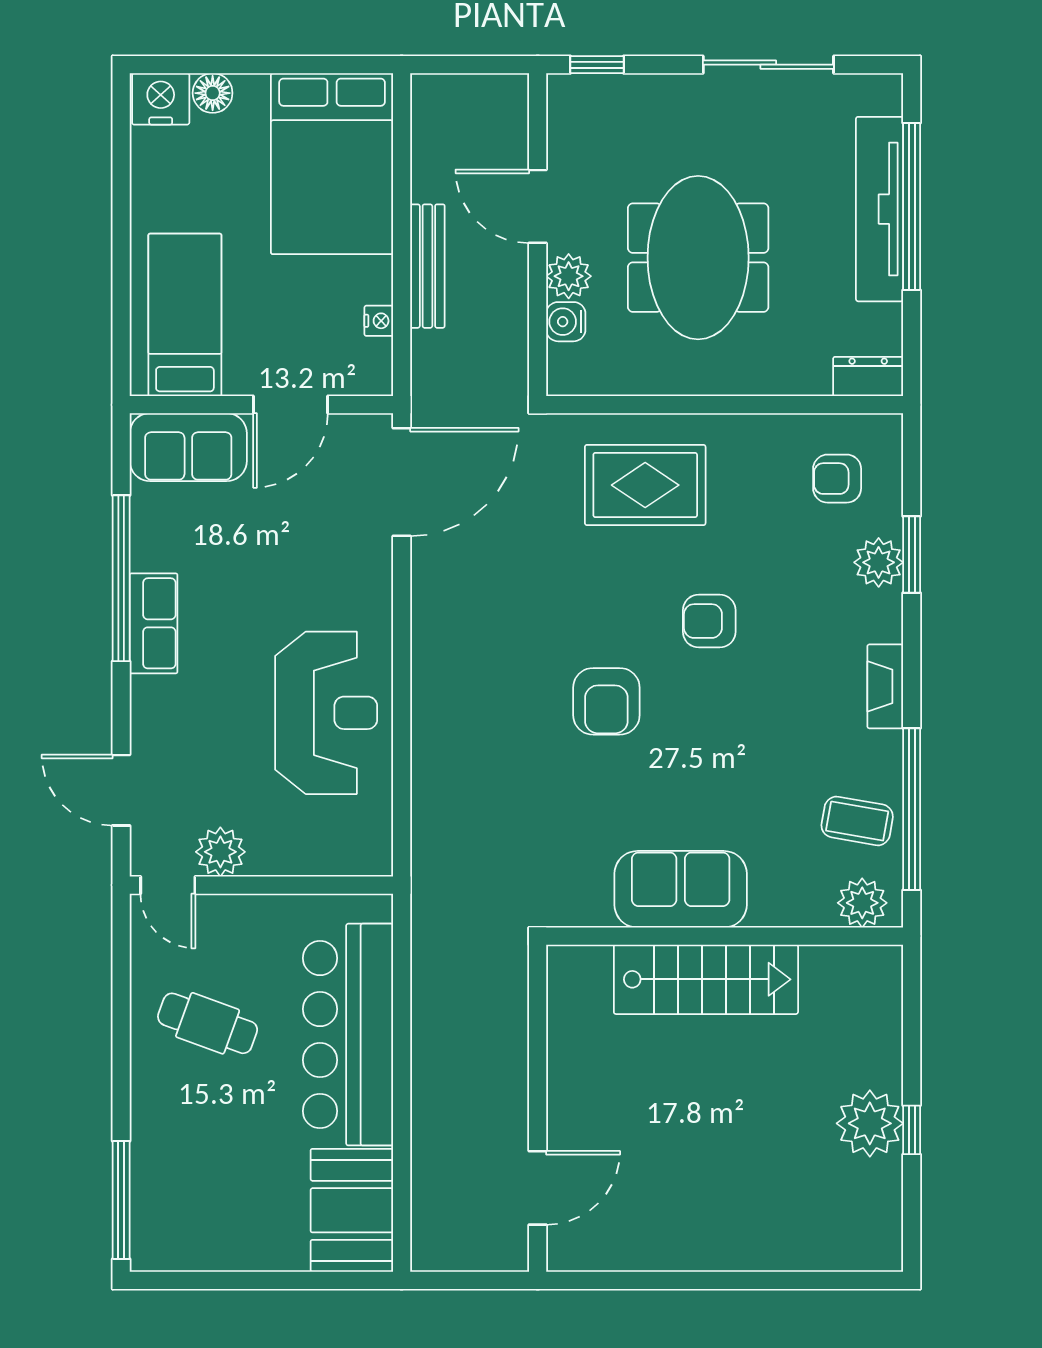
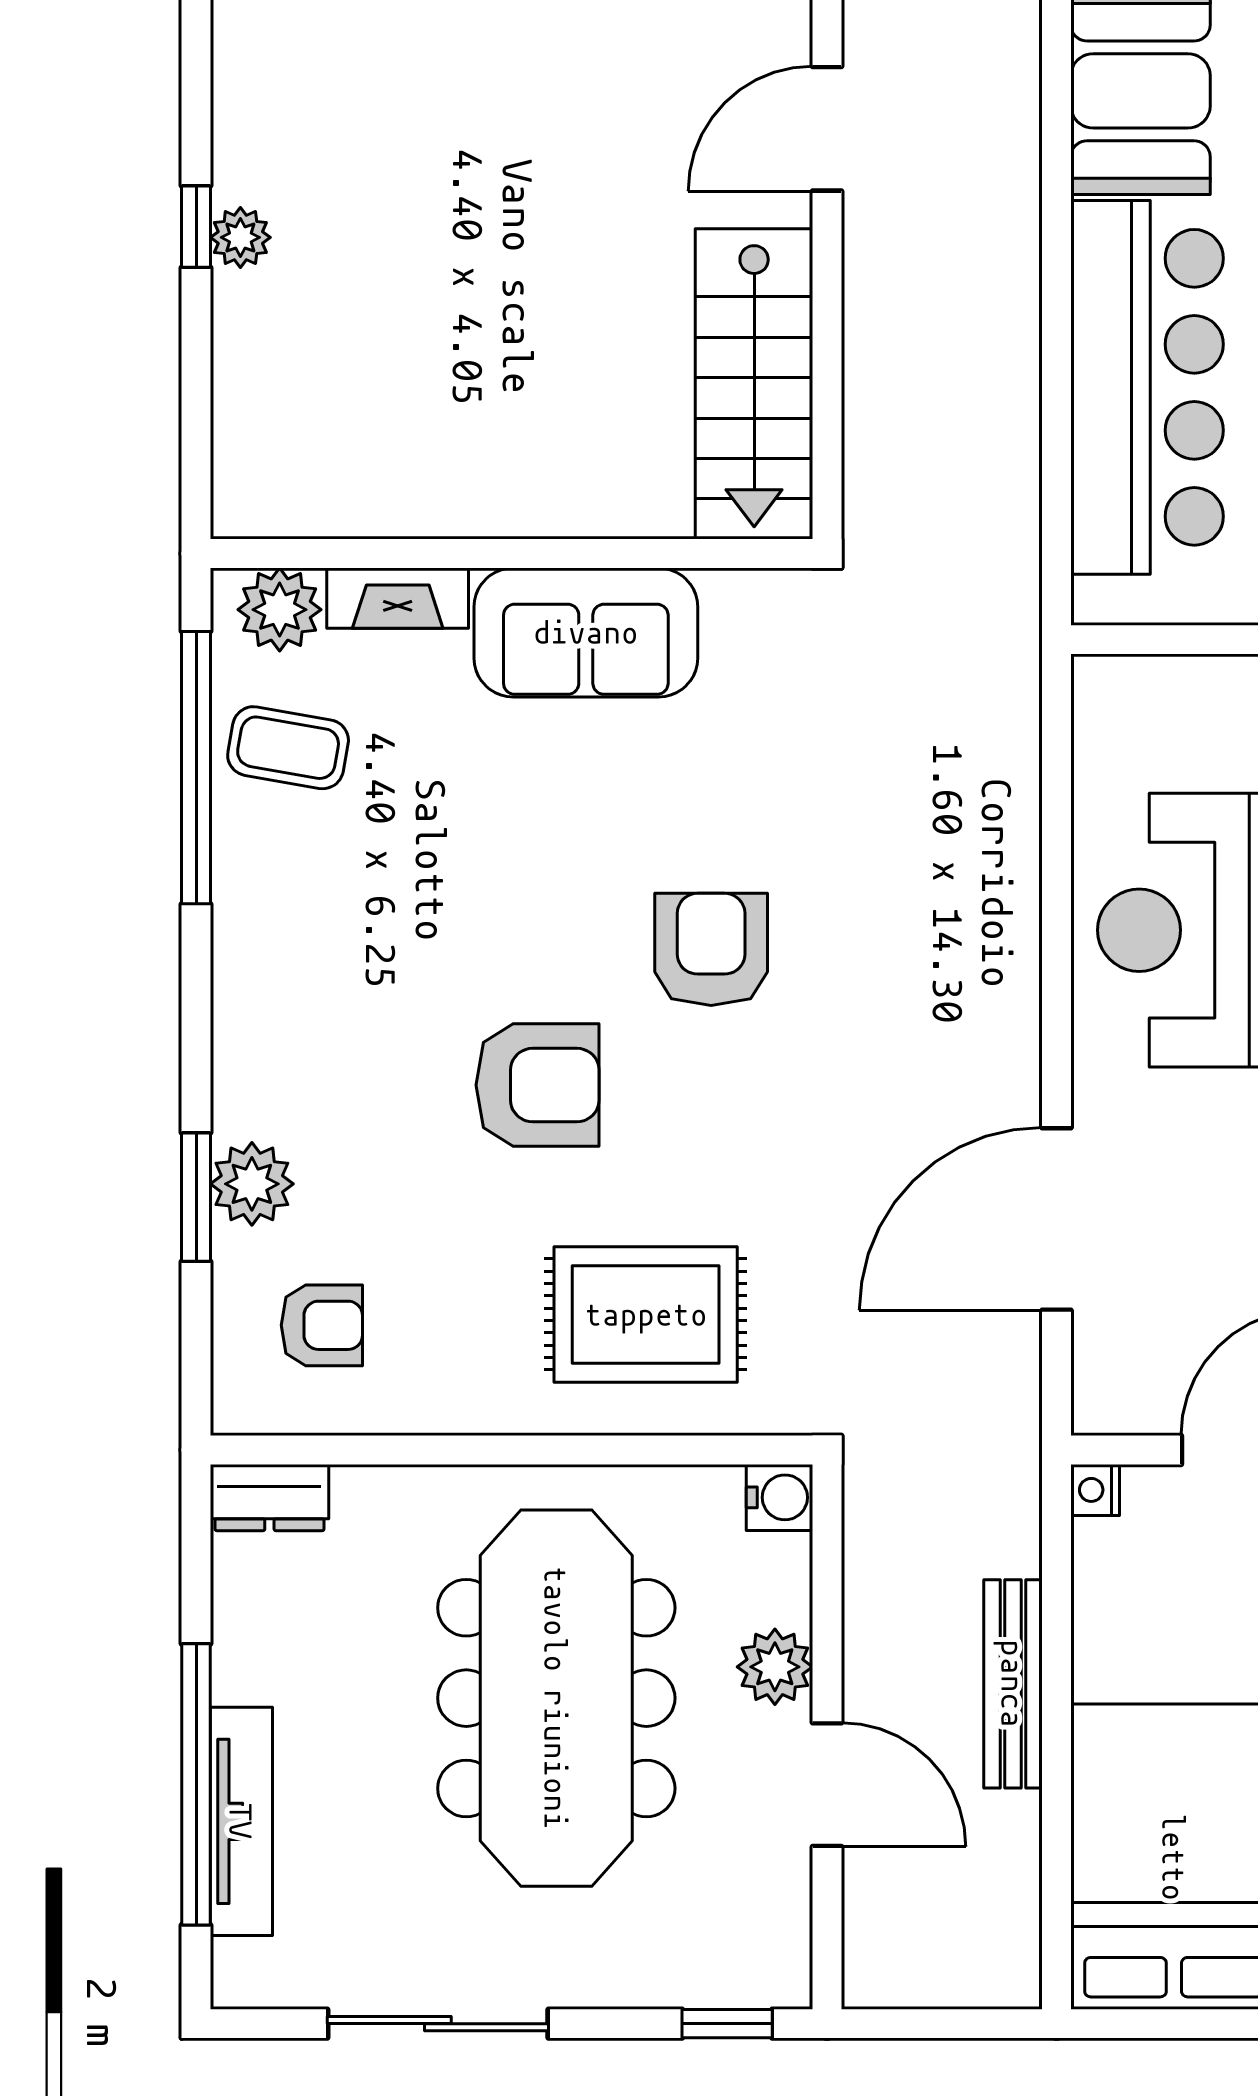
tv unit: (880, 209) -> (241, 1821), width x0.73, depth x0.78
meeting table: (698, 258) -> (556, 1698), width x1.36
nightstand: (379, 321) -> (1095, 1490), moved
water cooler: (566, 322) -> (780, 1497), moved
door: (402, 482) -> (1057, 1219), moved
armchair: (709, 621) -> (538, 1085), width x1.38, depth x1.38
fireplace: (885, 686) -> (398, 598), moved, turned 90
stairs: (706, 979) -> (754, 384), moved, turned -90
plant: (870, 1123) -> (240, 237), width x0.53, depth x0.53

